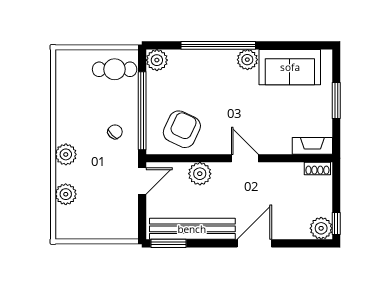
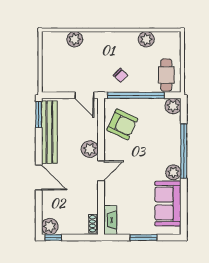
plant: (66, 154) -> (146, 39), moved
plant: (200, 174) -> (90, 149), moved

